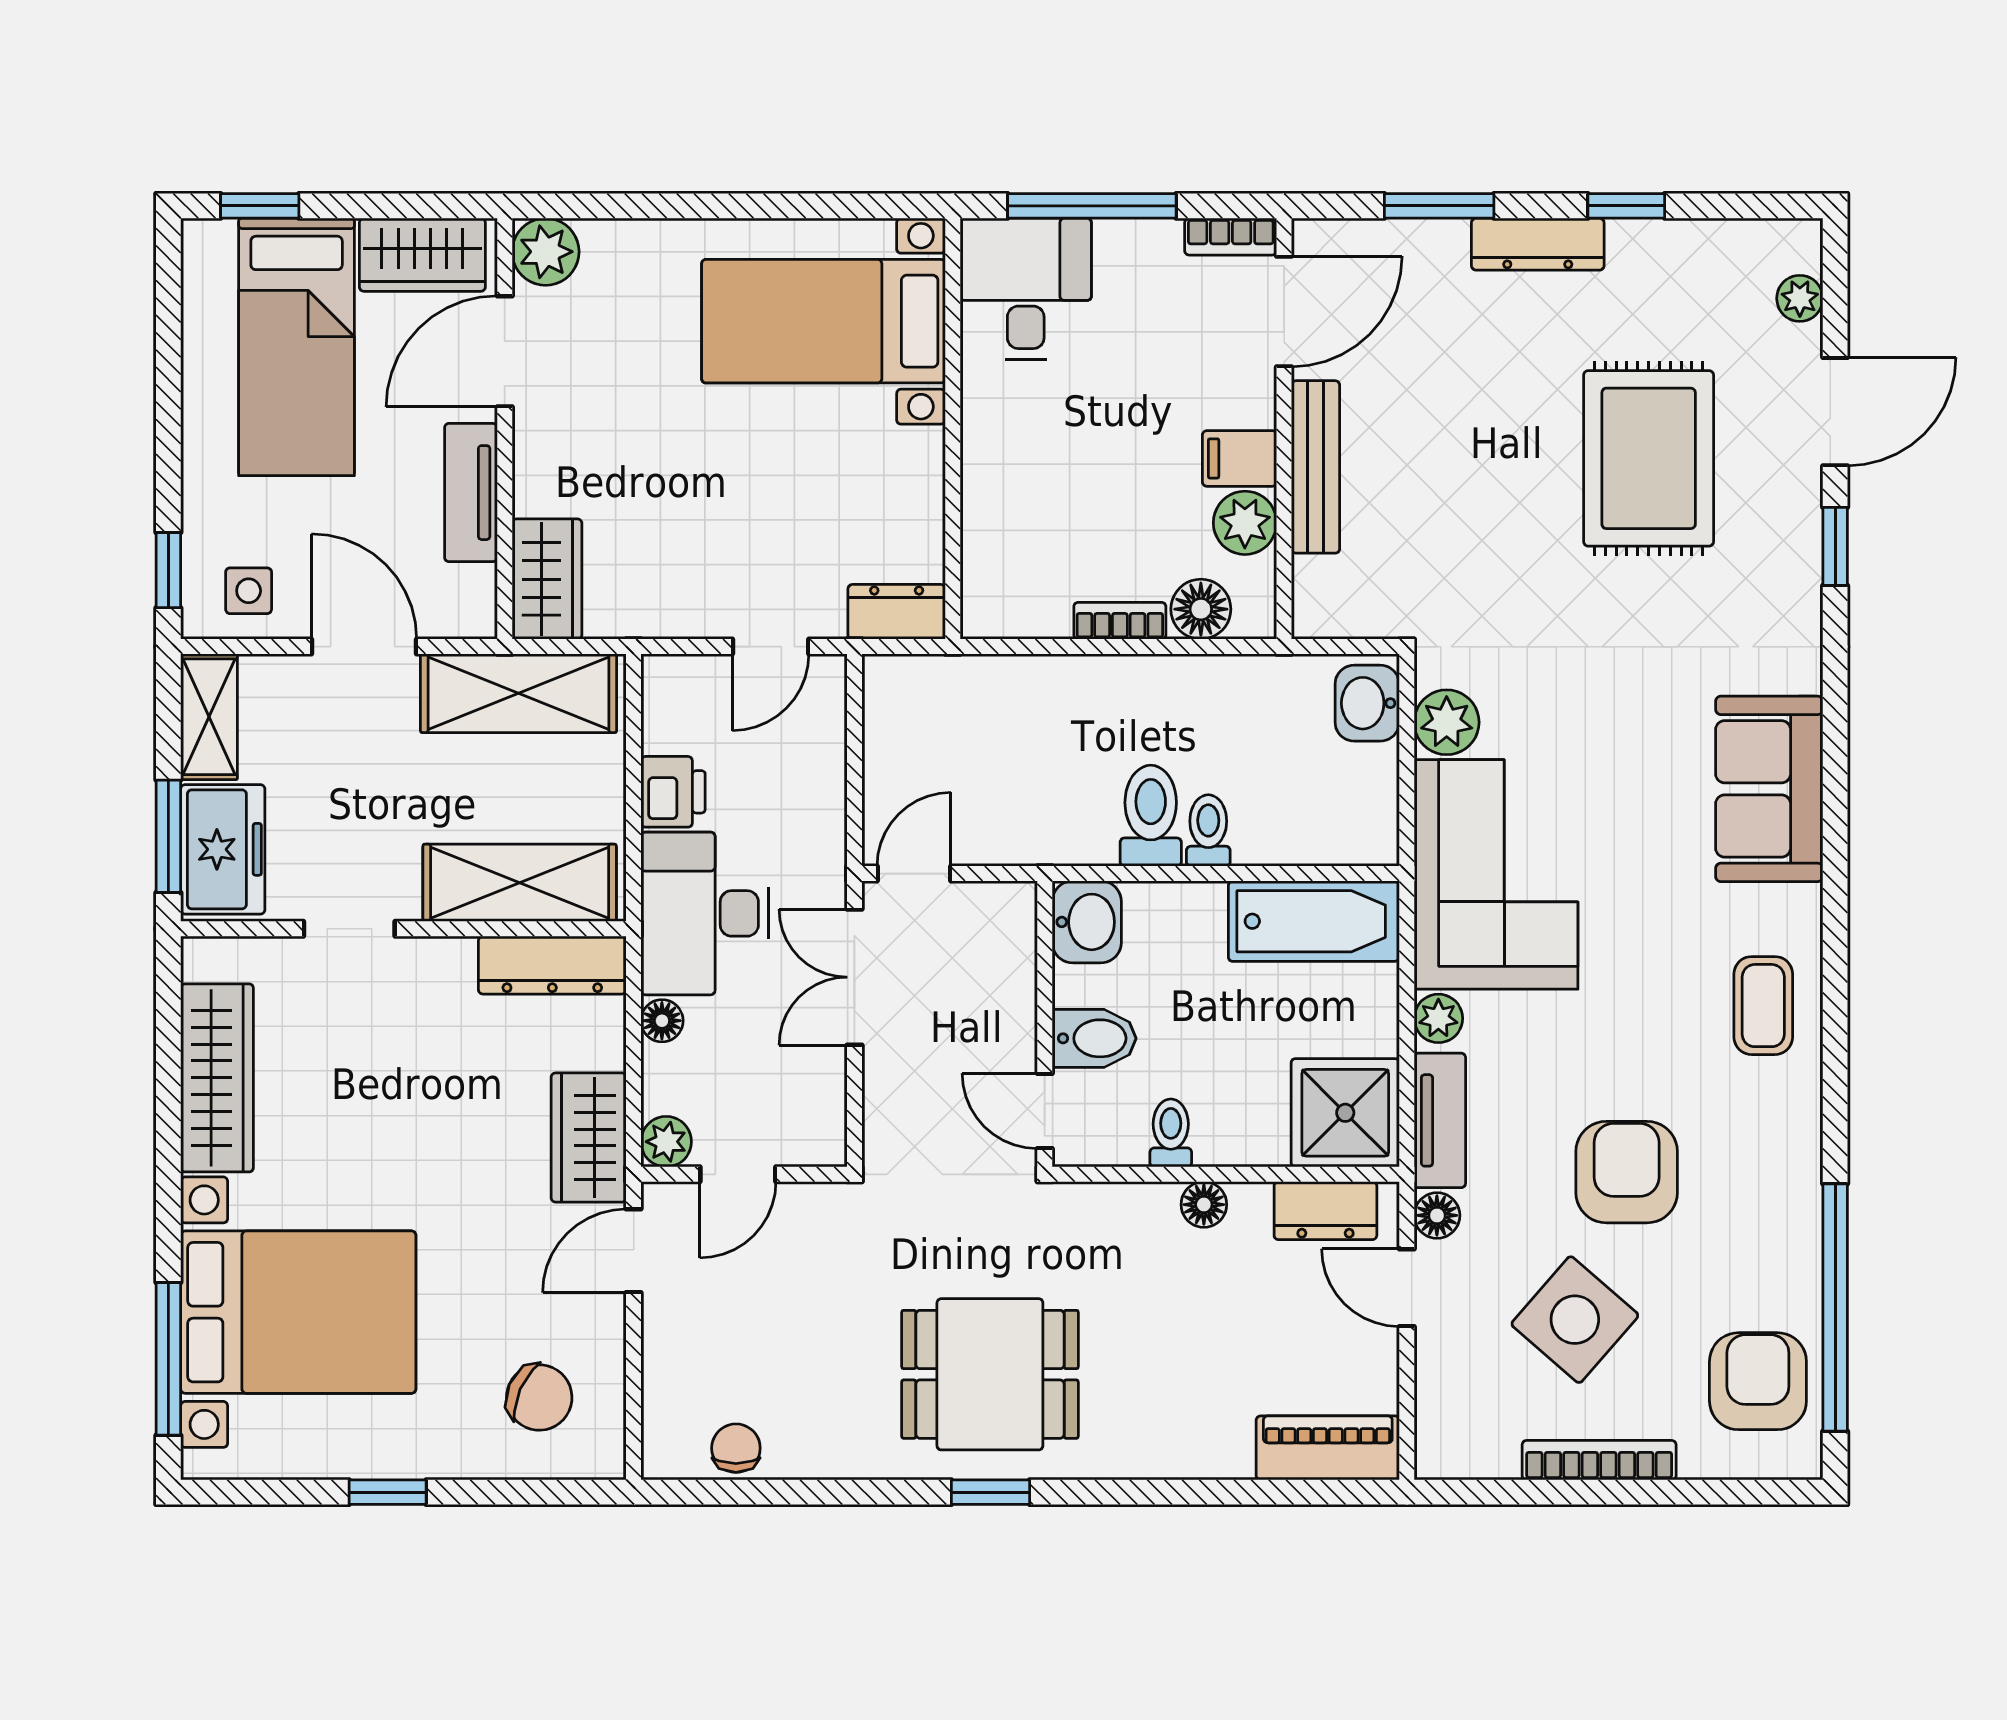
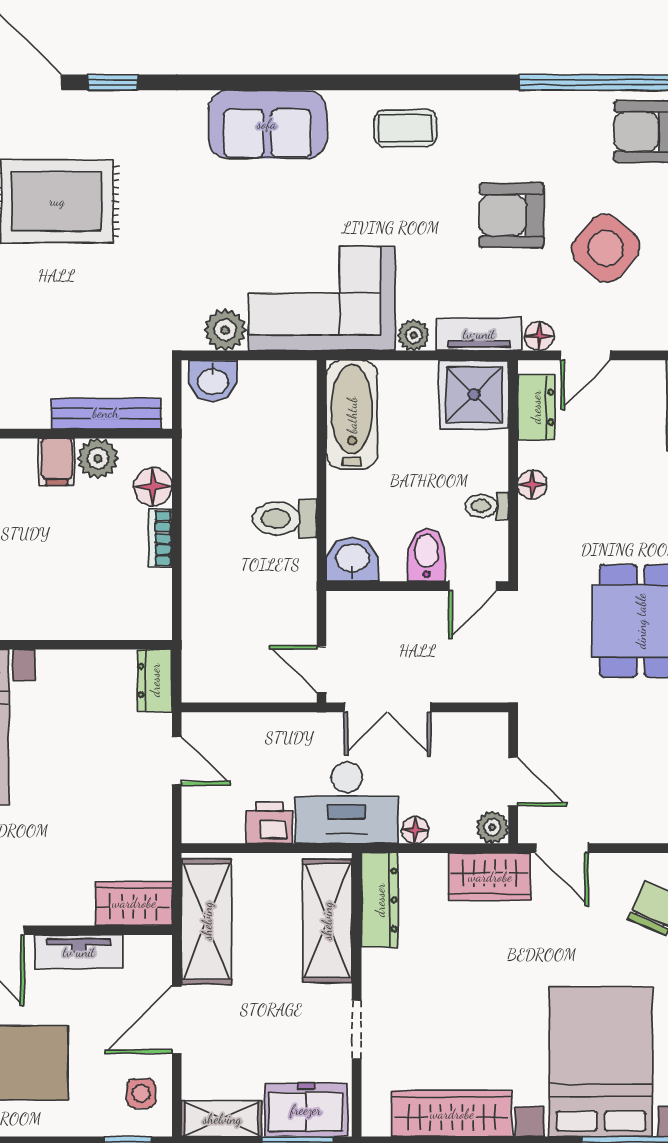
bench: (1316, 467) -> (106, 413), moved
toilet: (1208, 830) -> (294, 482), removed

